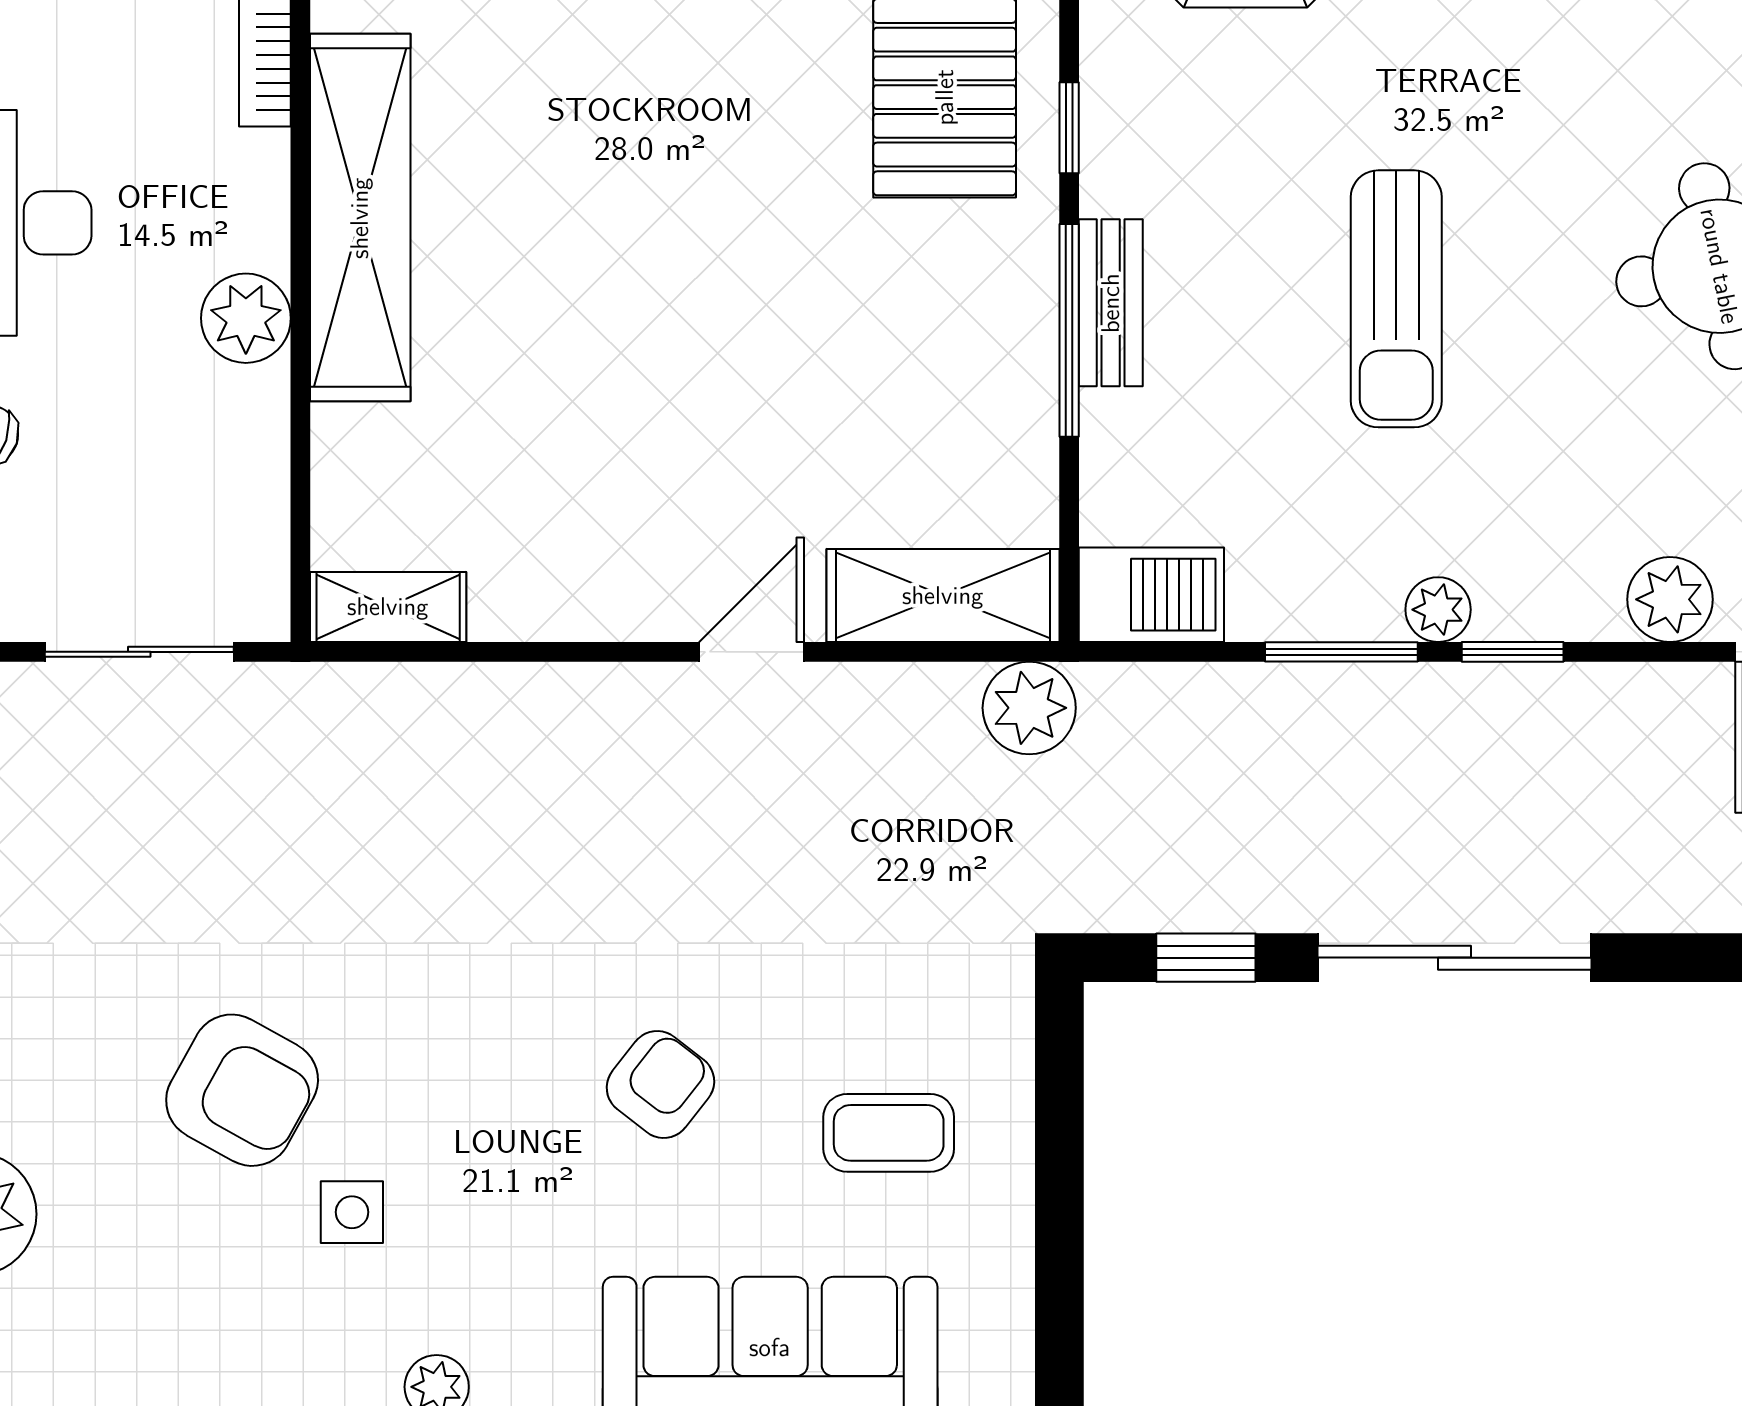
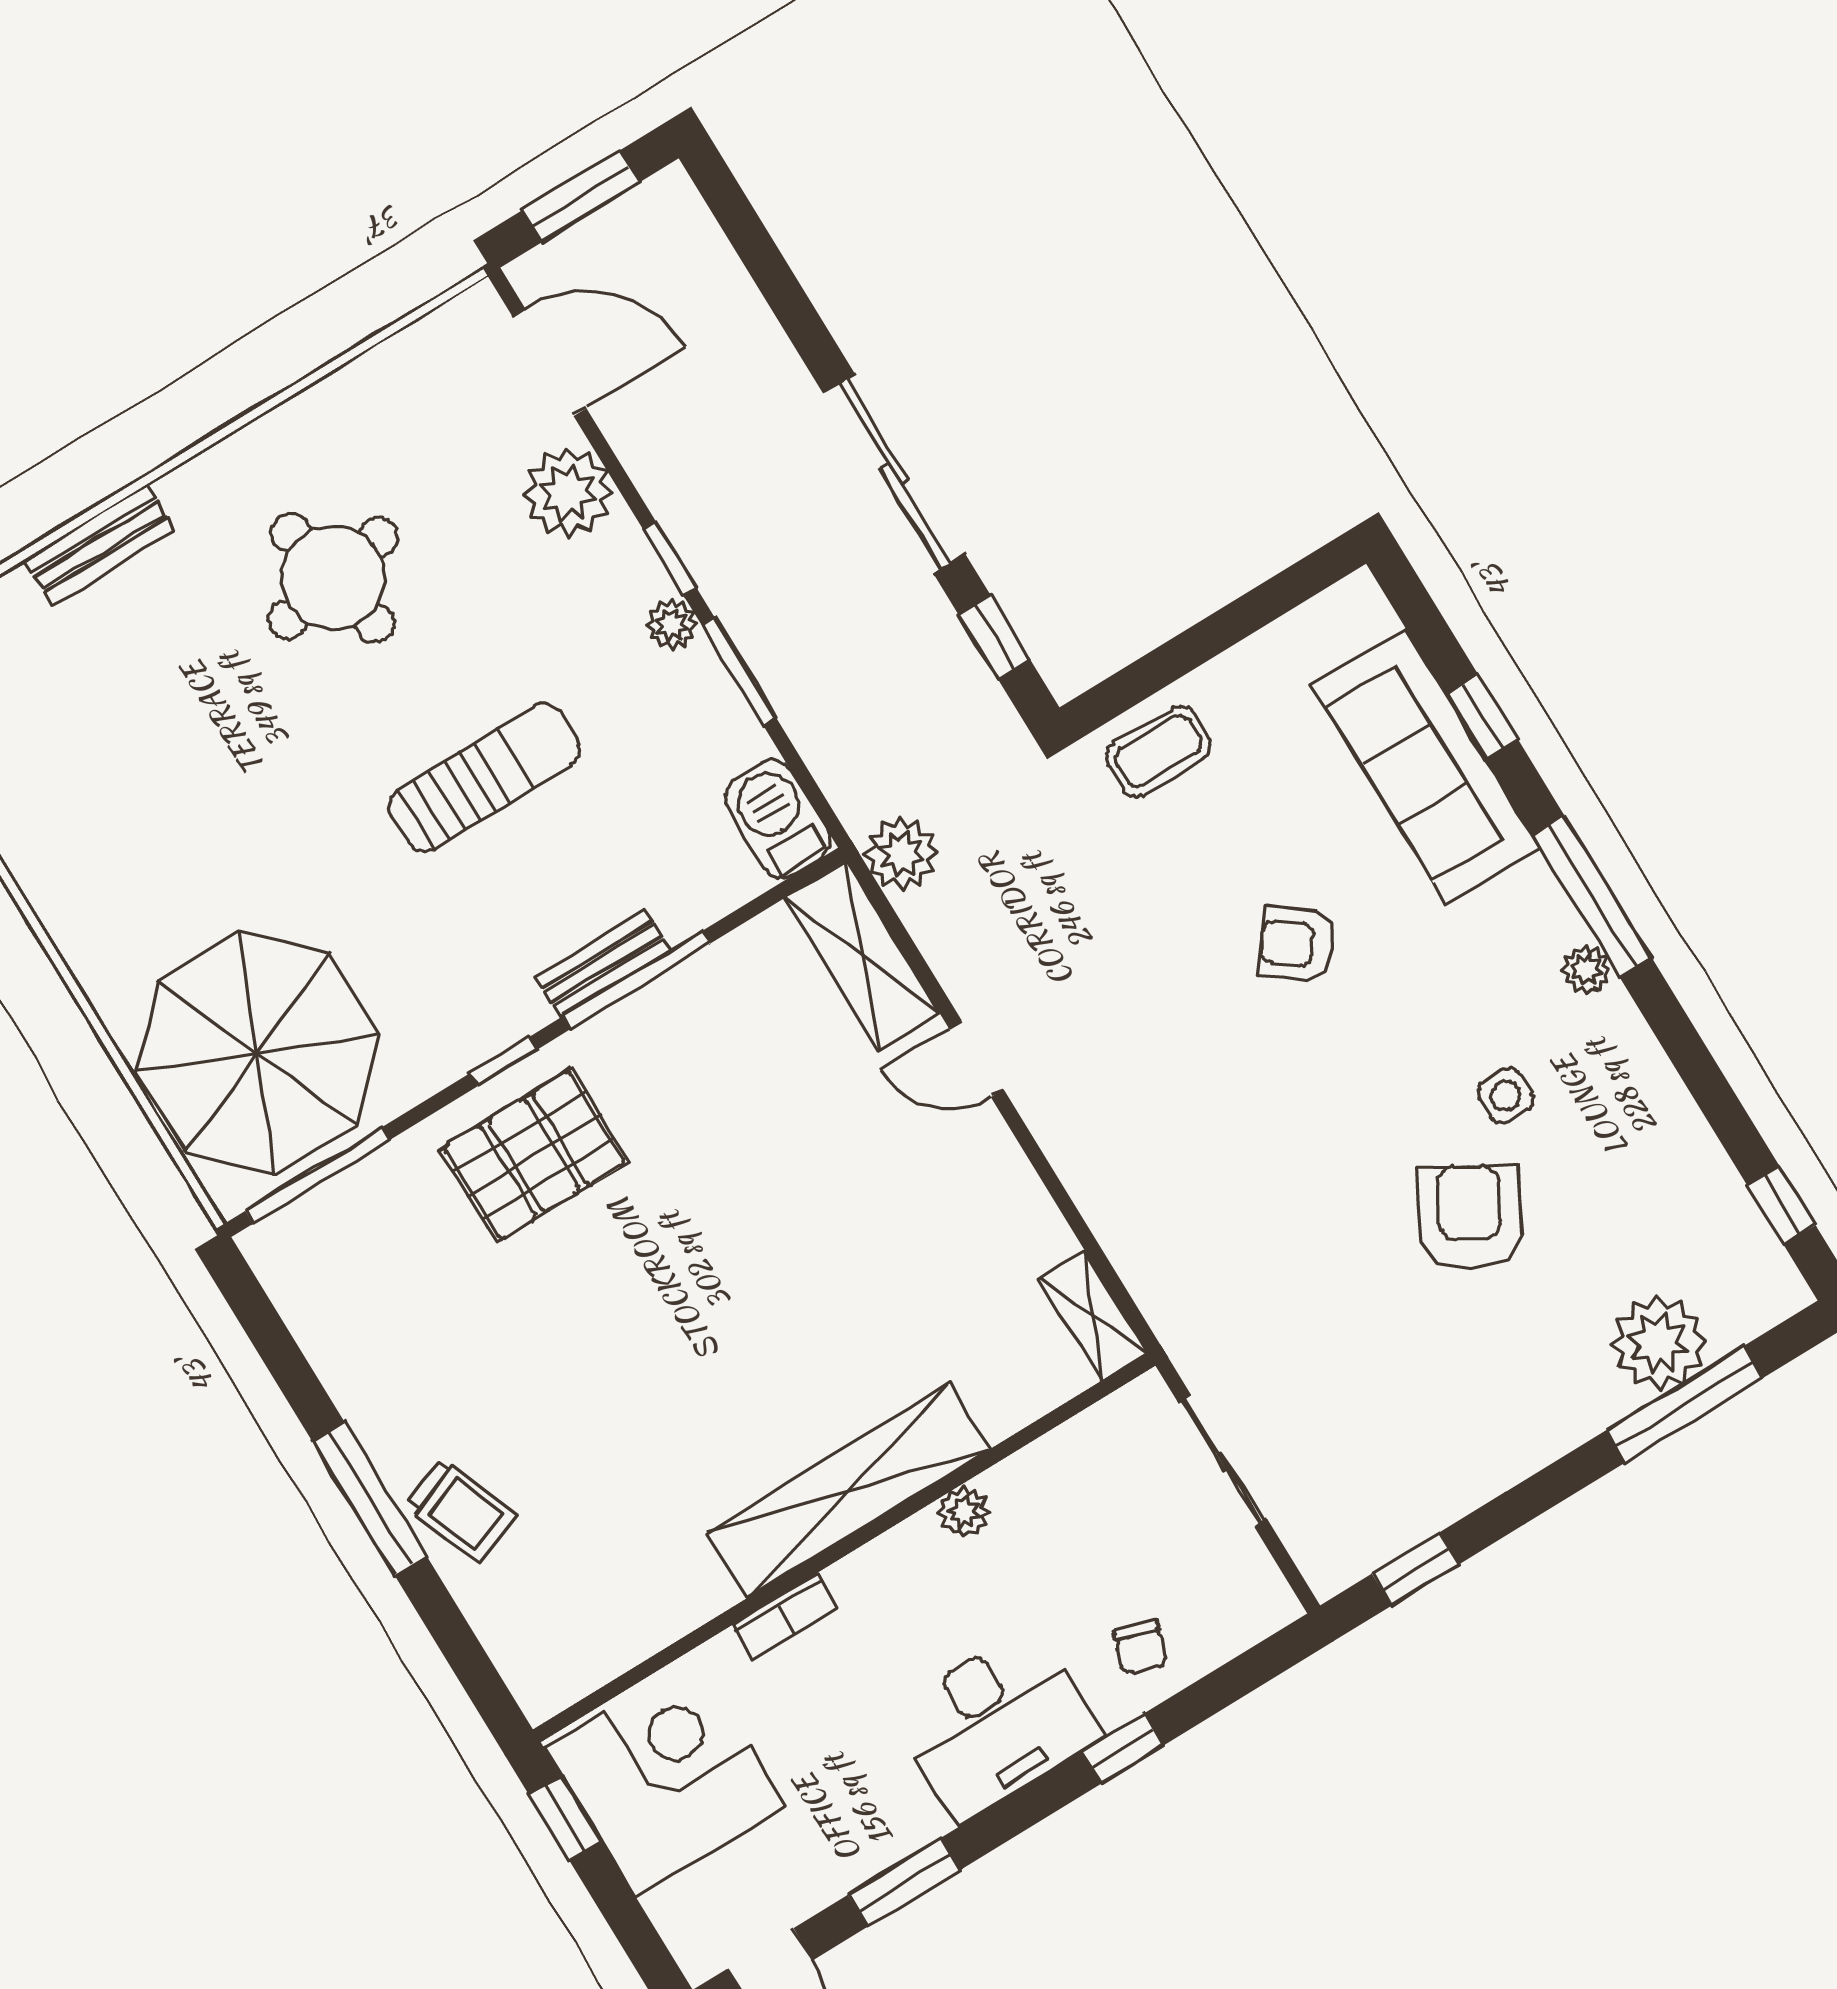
plant: (246, 318) -> (964, 1512), width x0.73, depth x0.73
plant: (1670, 599) -> (568, 493), width x1.36, depth x1.36
coffee table: (889, 1133) -> (1159, 751), moved, turned 90

